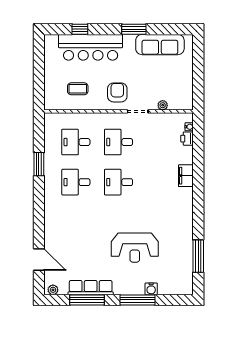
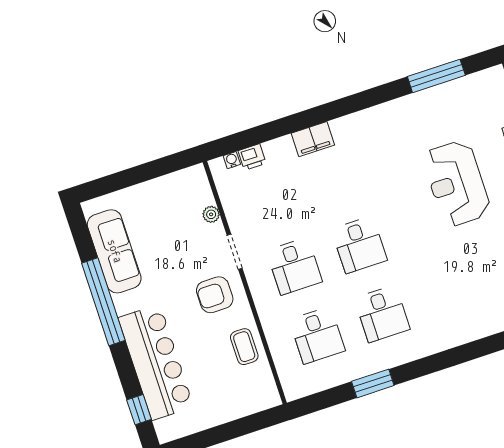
window: (80, 29) -> (139, 410), moved
window: (134, 29) -> (103, 302), width x2.11
coffee table: (78, 89) -> (244, 347), moved
reception desk: (135, 248) -> (457, 183), turned 180

